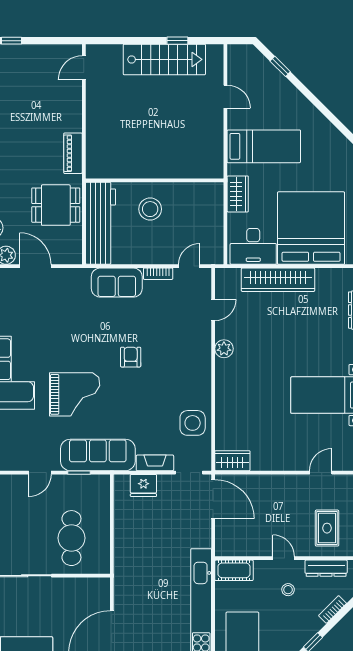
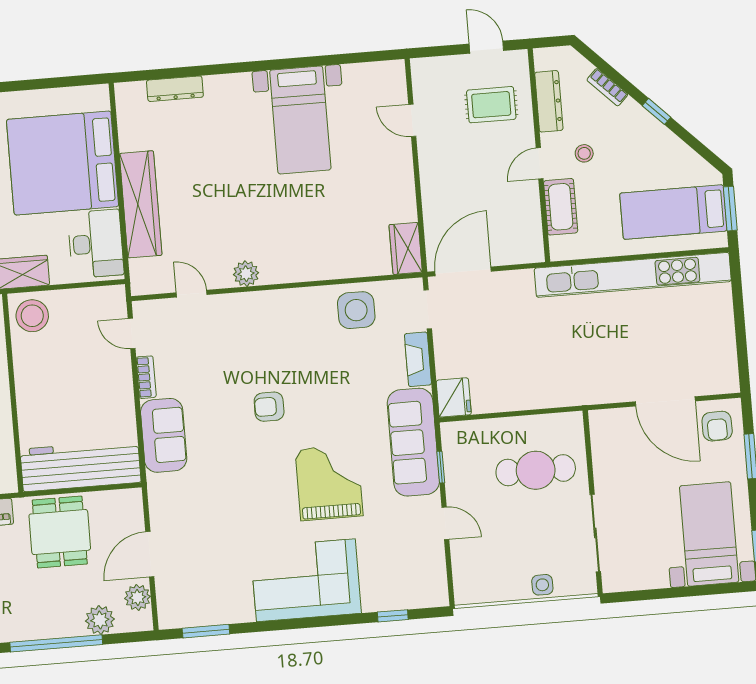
stool: (150, 209) -> (32, 316), moved
fridge: (143, 485) -> (454, 397), moved
cot: (234, 570) -> (561, 207), moved

